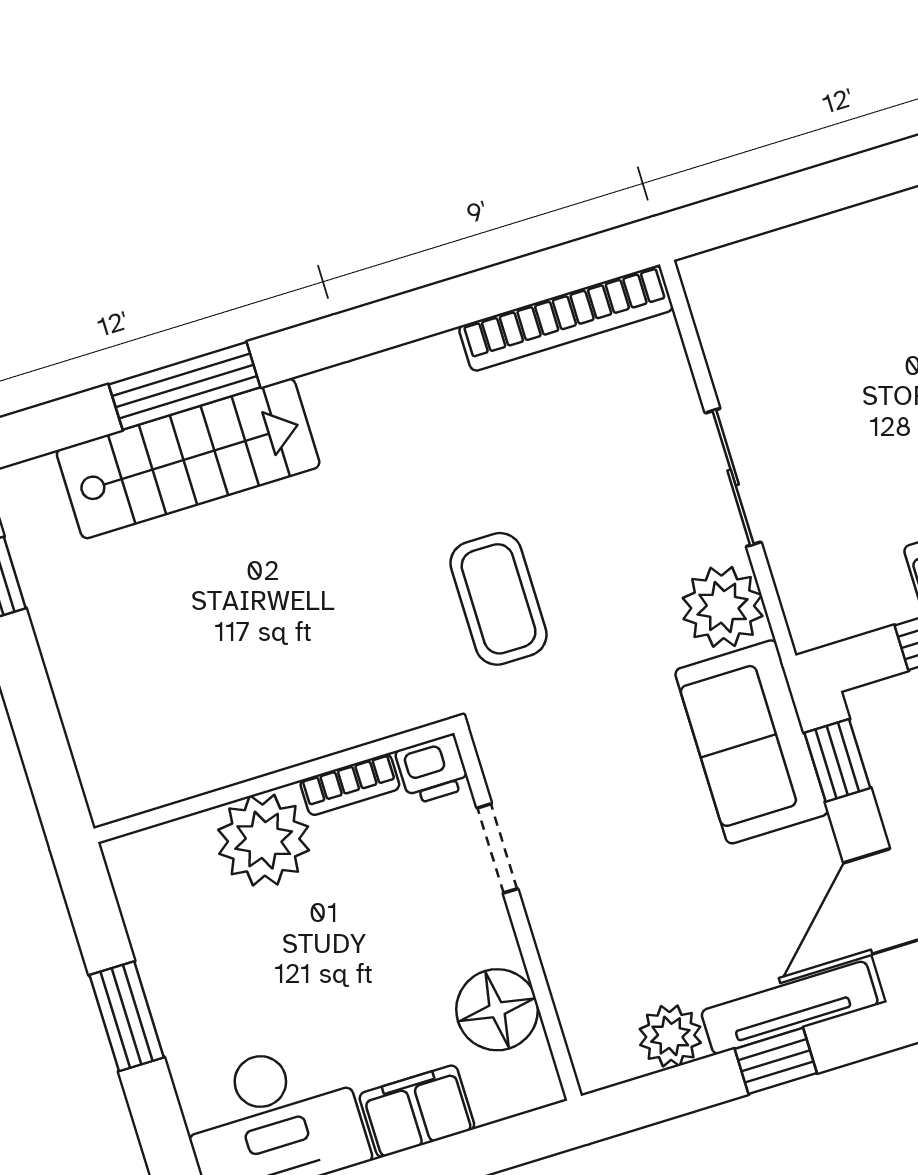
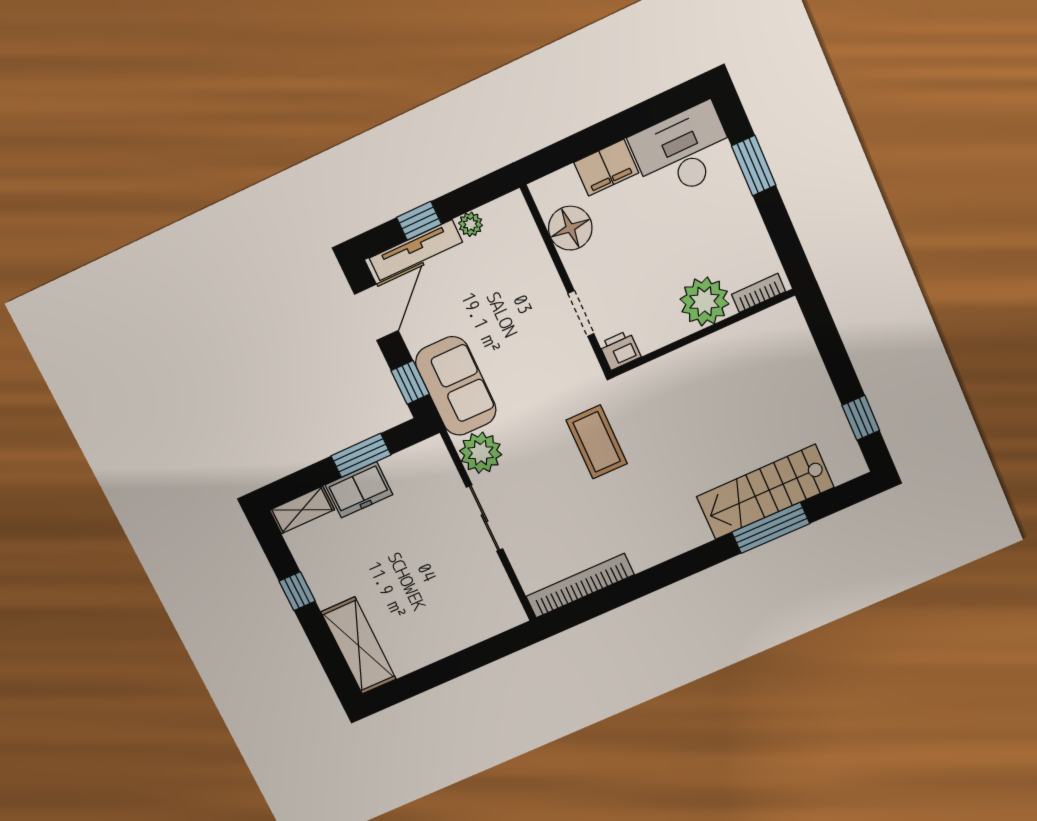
bookcase: (350, 785) -> (759, 293), moved
window: (127, 1016) -> (754, 166), moved
plant: (670, 1036) -> (471, 224), width x0.73, depth x0.73

